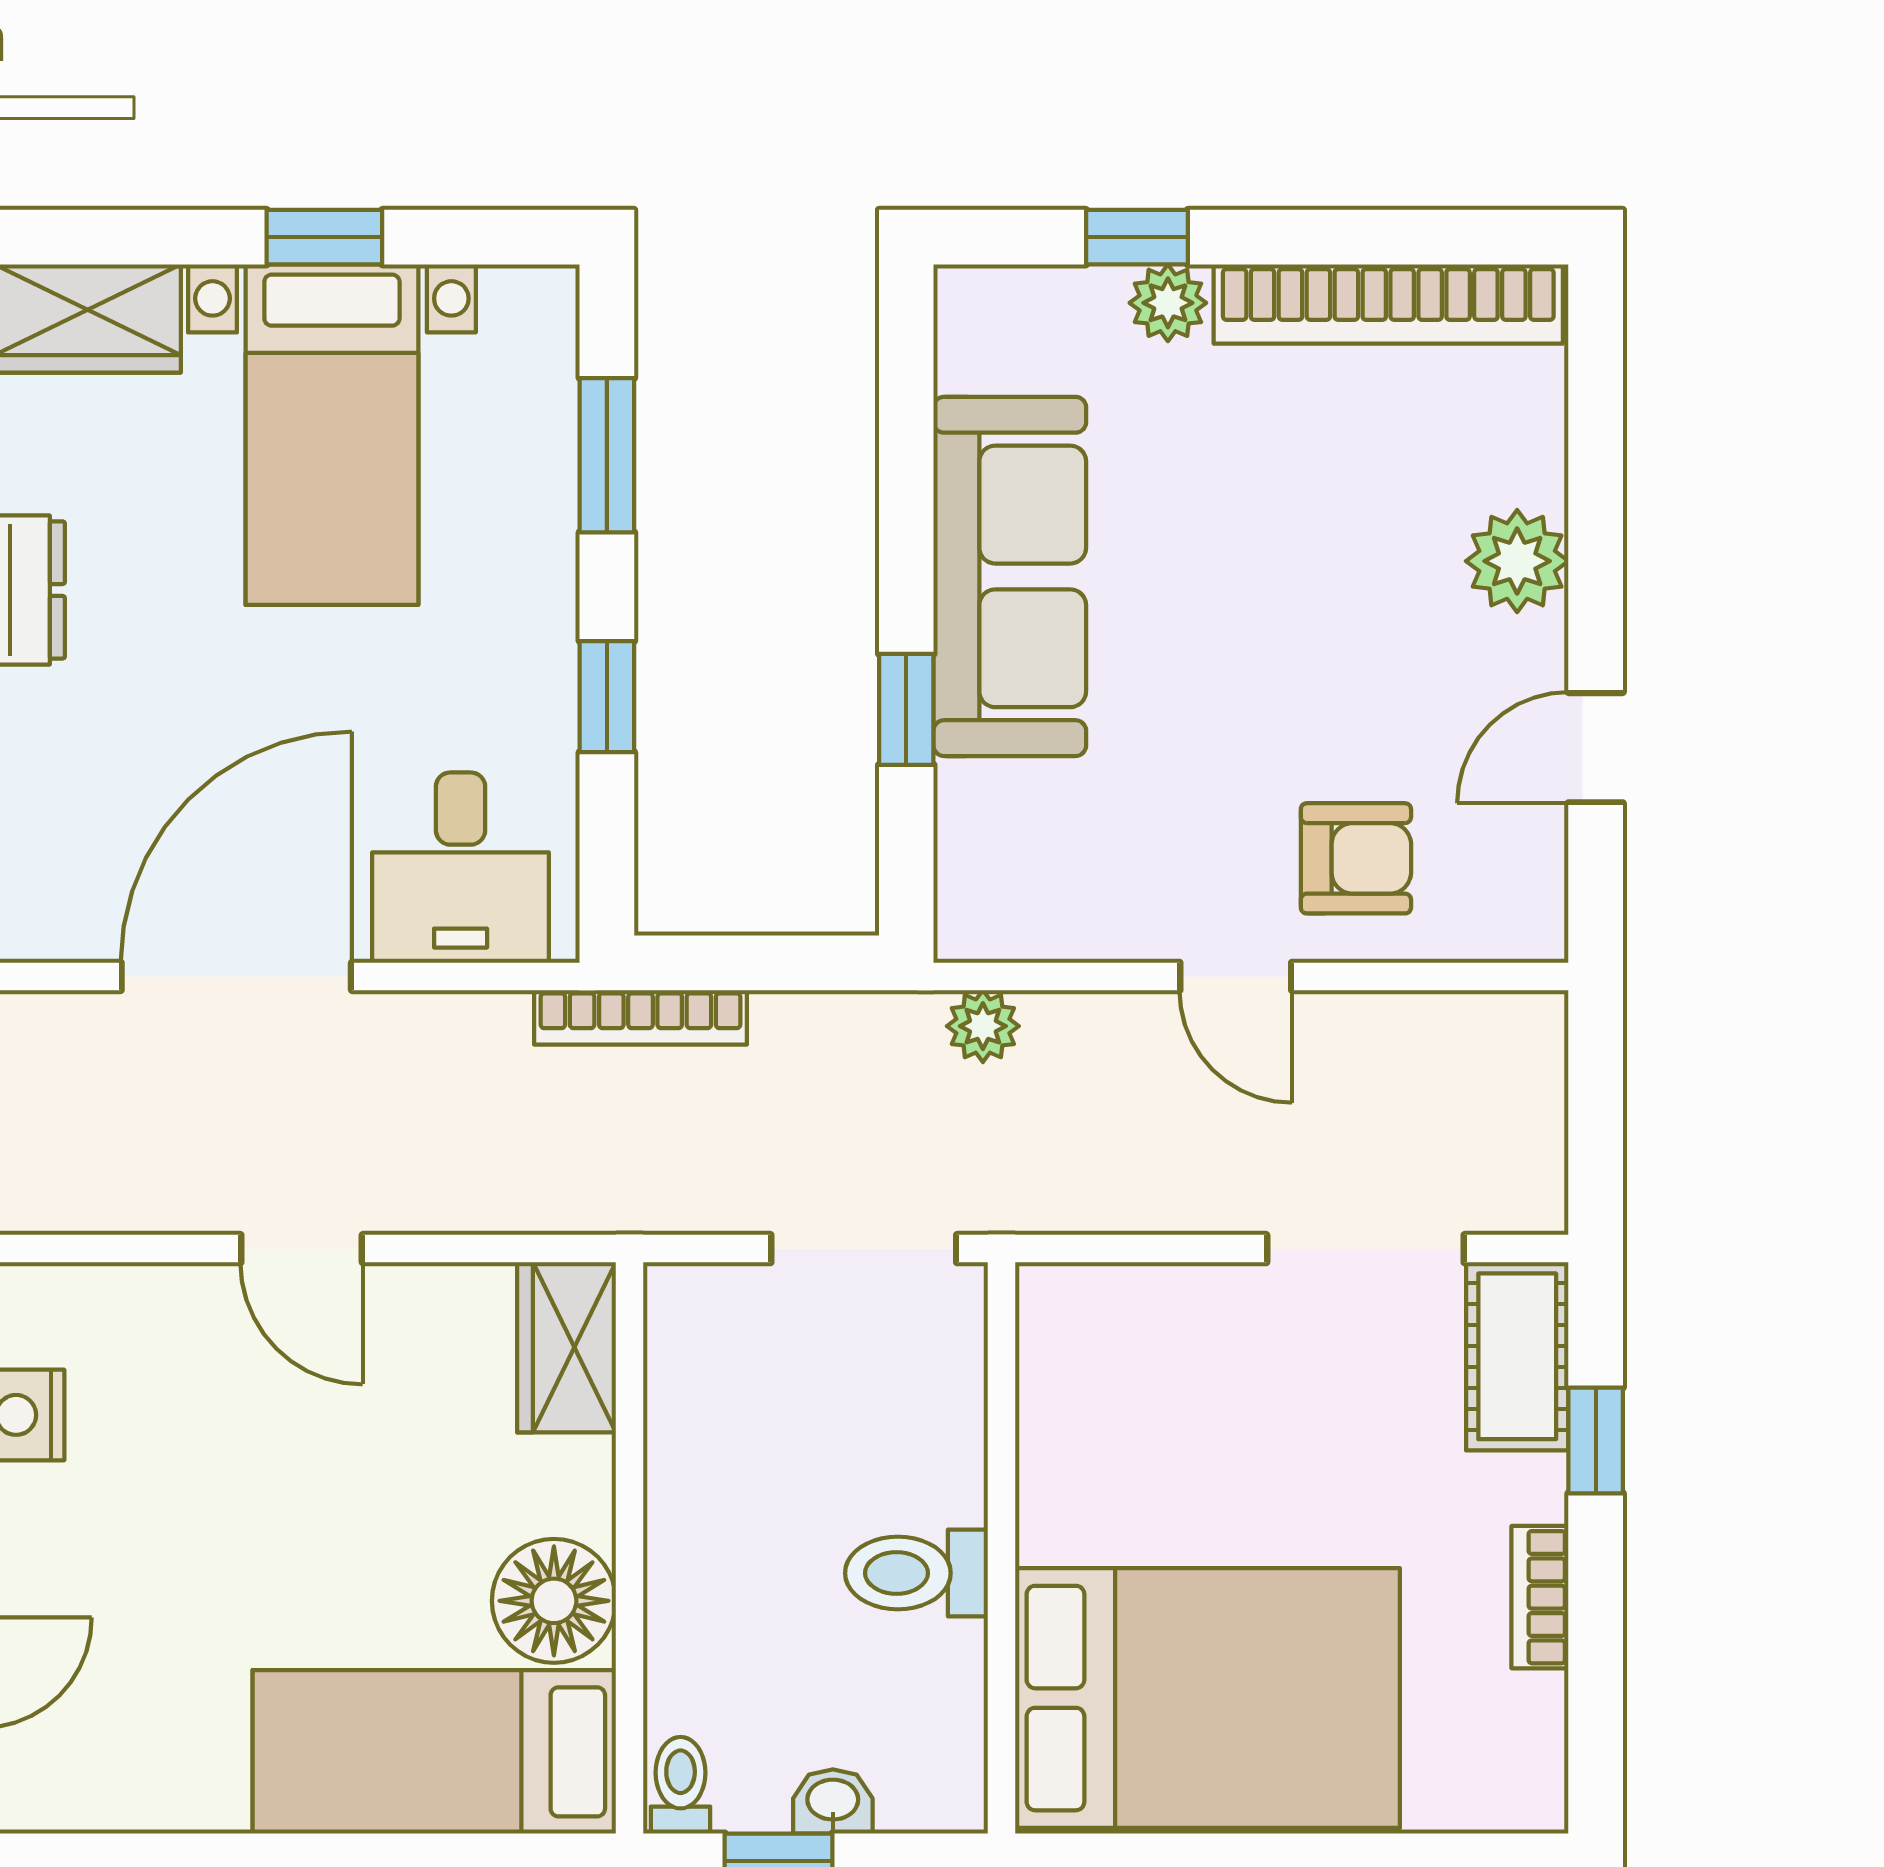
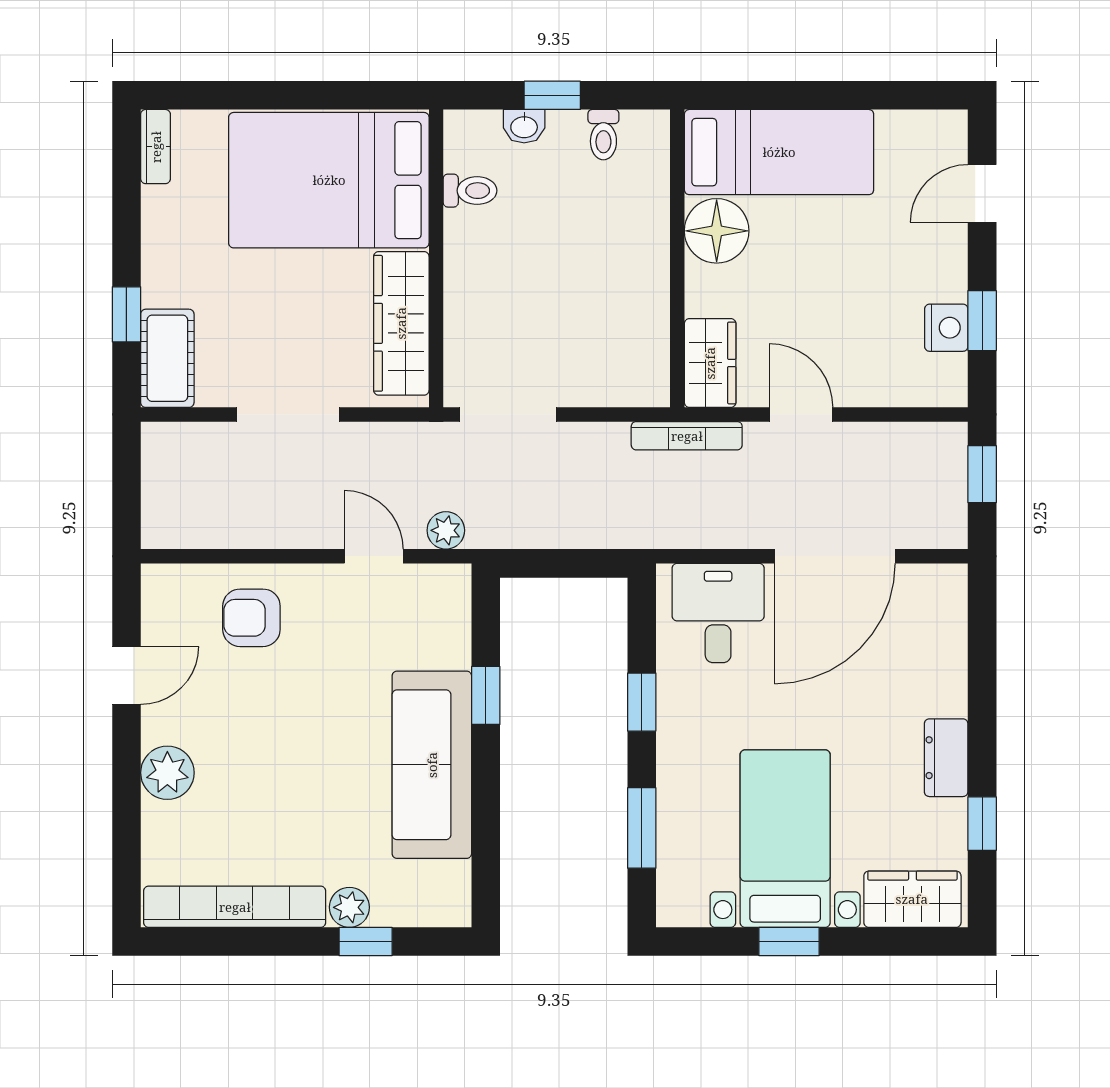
door: (1236, 976) -> (374, 556), moved
bookcase: (640, 1017) -> (687, 436), moved, turned 180
doorway: (1365, 1249) -> (288, 414), moved
wardrobe: (567, 1347) -> (710, 363), moved
wardrobe: (1068, 1423) -> (401, 323), added
wall: (630, 1548) -> (677, 258), moved
toilet: (916, 1573) -> (470, 191), moved, width x0.73, depth x0.72
bookcase: (1540, 1597) -> (156, 147), moved
floor lamp: (554, 1601) -> (717, 231), moved
bed: (434, 1752) -> (779, 152), moved

